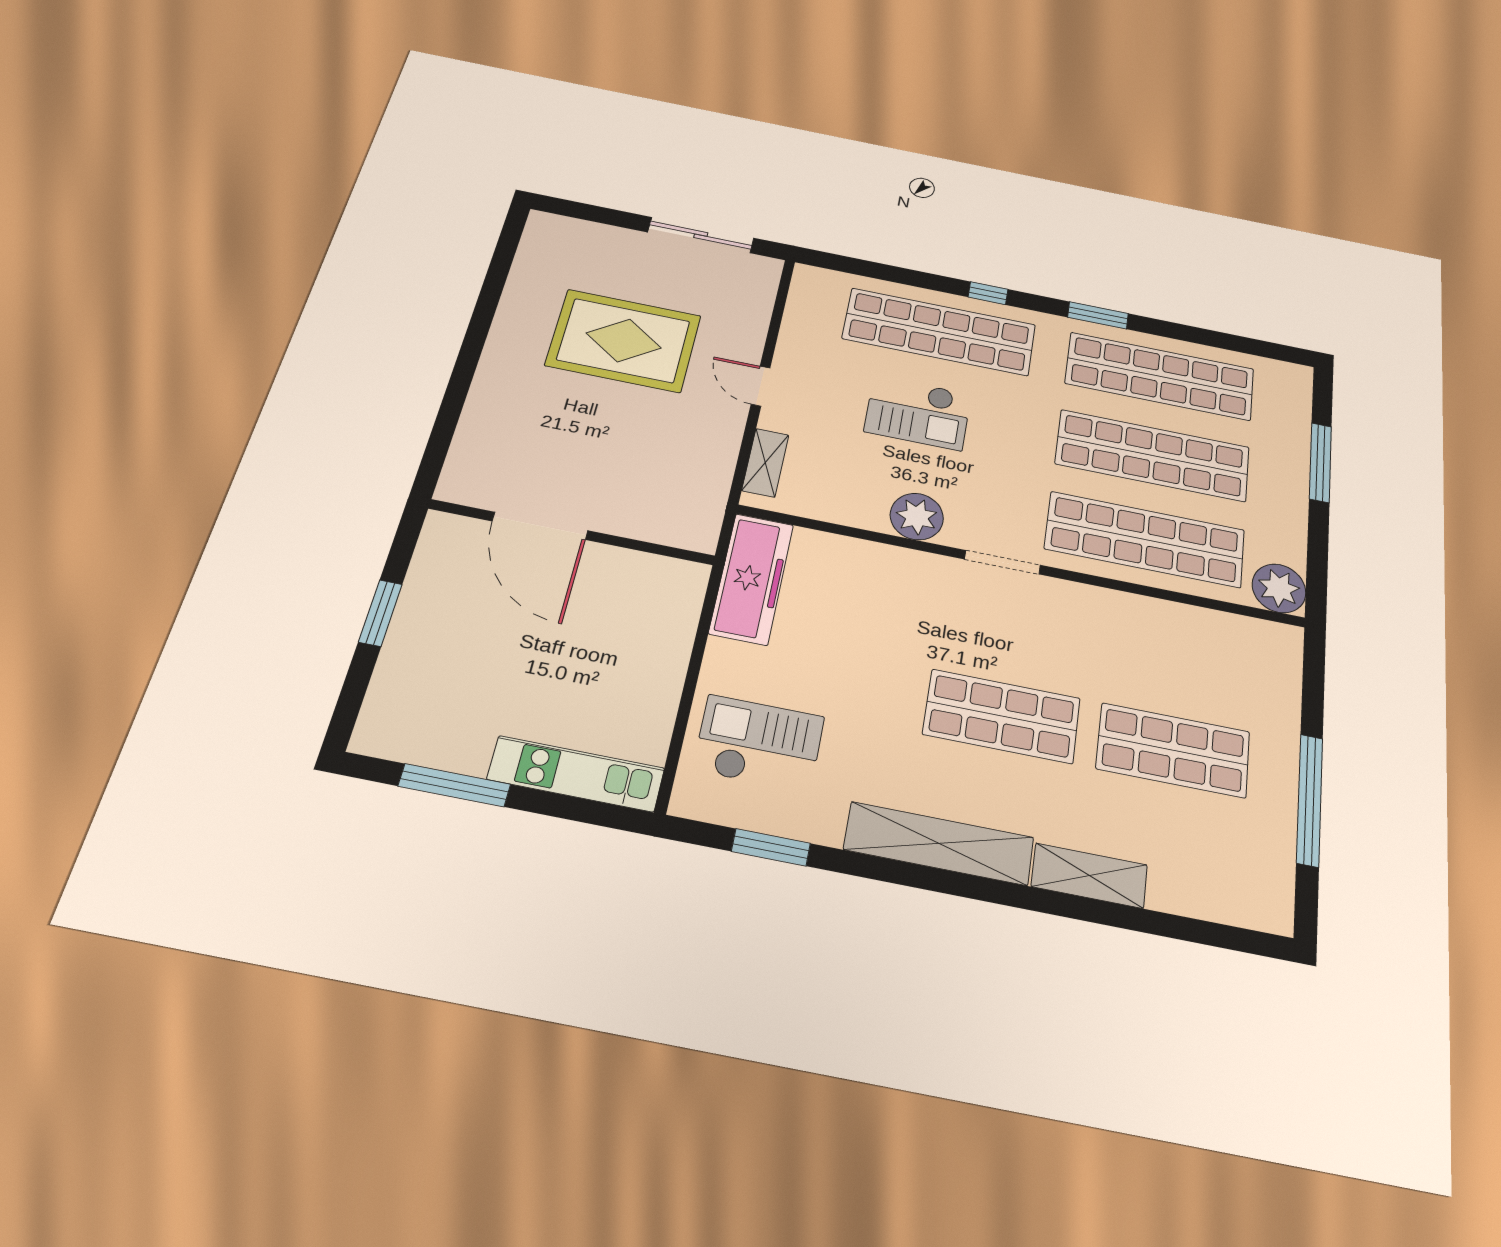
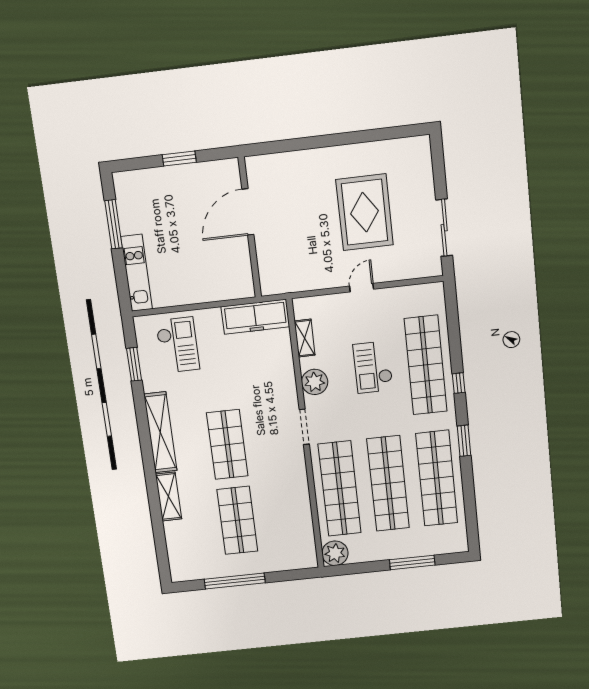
shelving: (765, 463) -> (305, 338), moved, turned 90

